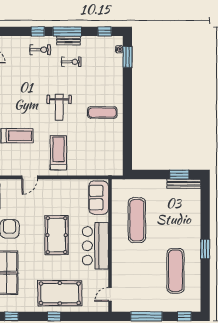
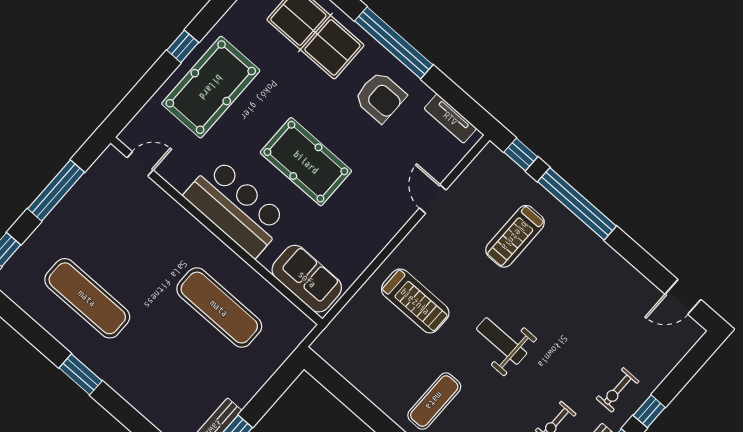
treadmill: (58, 153) -> (415, 301), moved
door: (110, 294) -> (140, 164), hinge flipped

